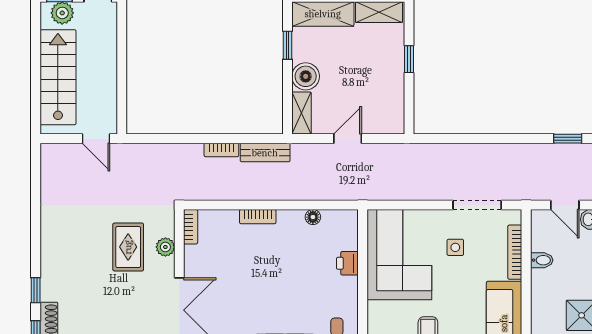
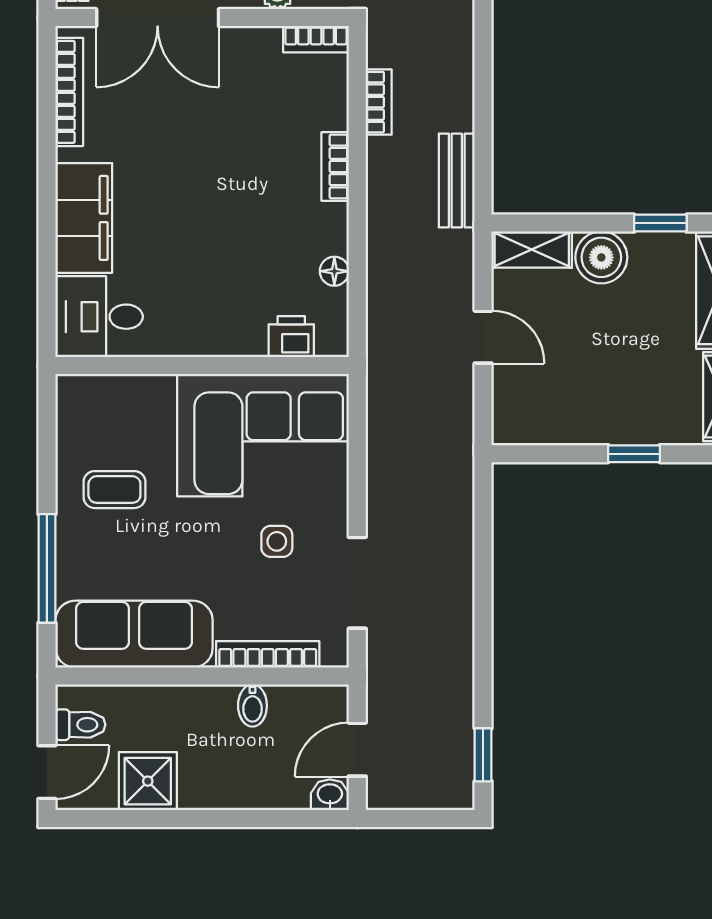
bookcase: (221, 150) -> (379, 102), moved, turned 180
printer: (347, 263) -> (291, 337), moved

